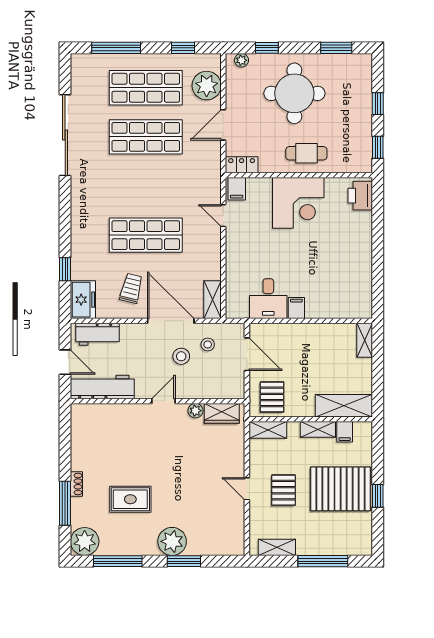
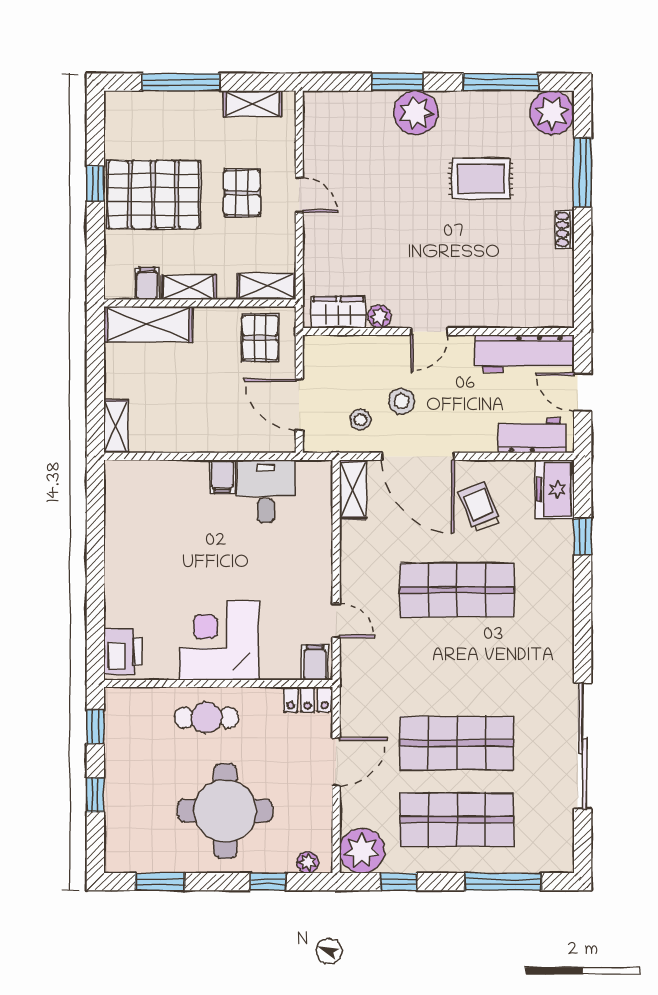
plant: (207, 86) -> (362, 851), moved
trolley: (131, 288) -> (479, 507), turned 143
shoe rack: (76, 484) -> (565, 229), moved

